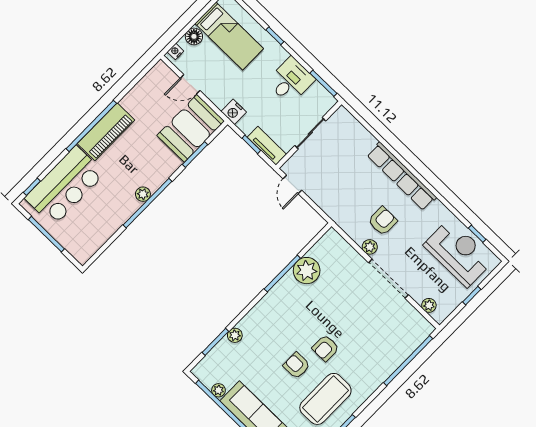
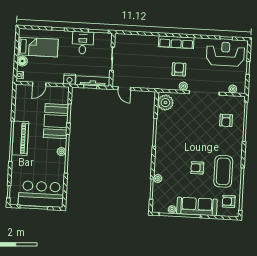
booth: (191, 128) -> (56, 121), moved
tv unit: (267, 146) -> (93, 81), width x1.41
row of seats: (402, 176) -> (176, 42), width x0.73
bar counter: (65, 186) -> (41, 194), moved, turned -90
plant: (307, 271) -> (165, 103), moved
armchair: (326, 348) -> (226, 120), moved

